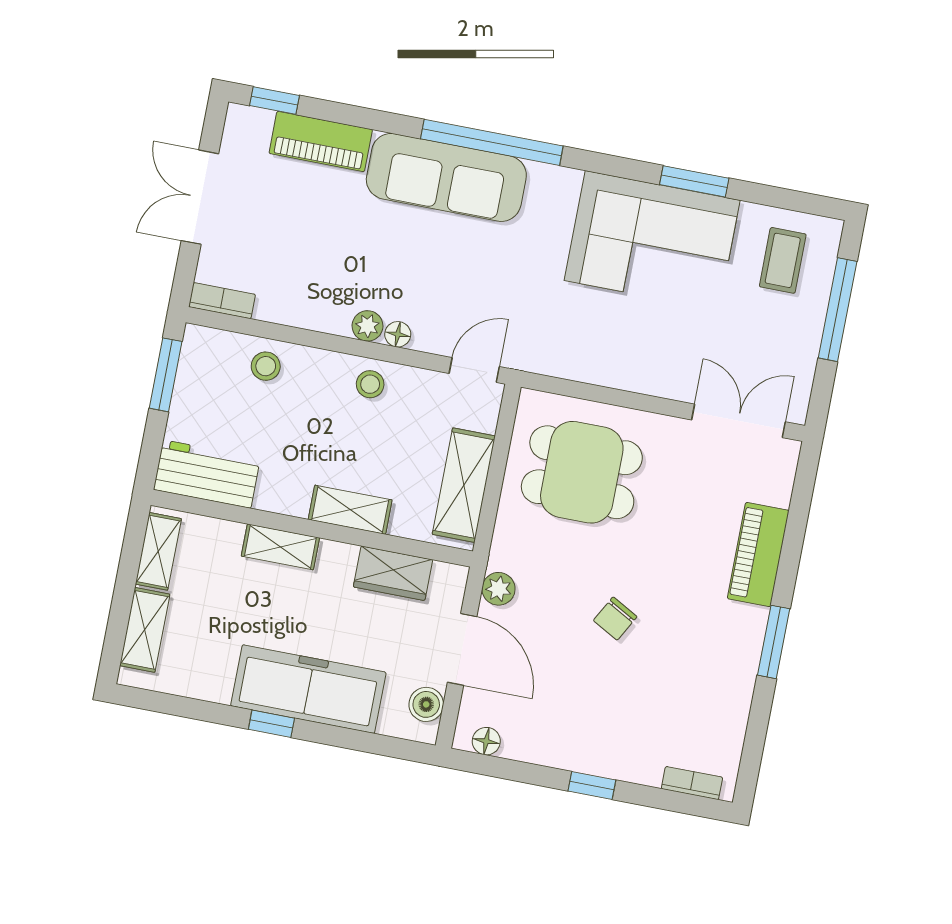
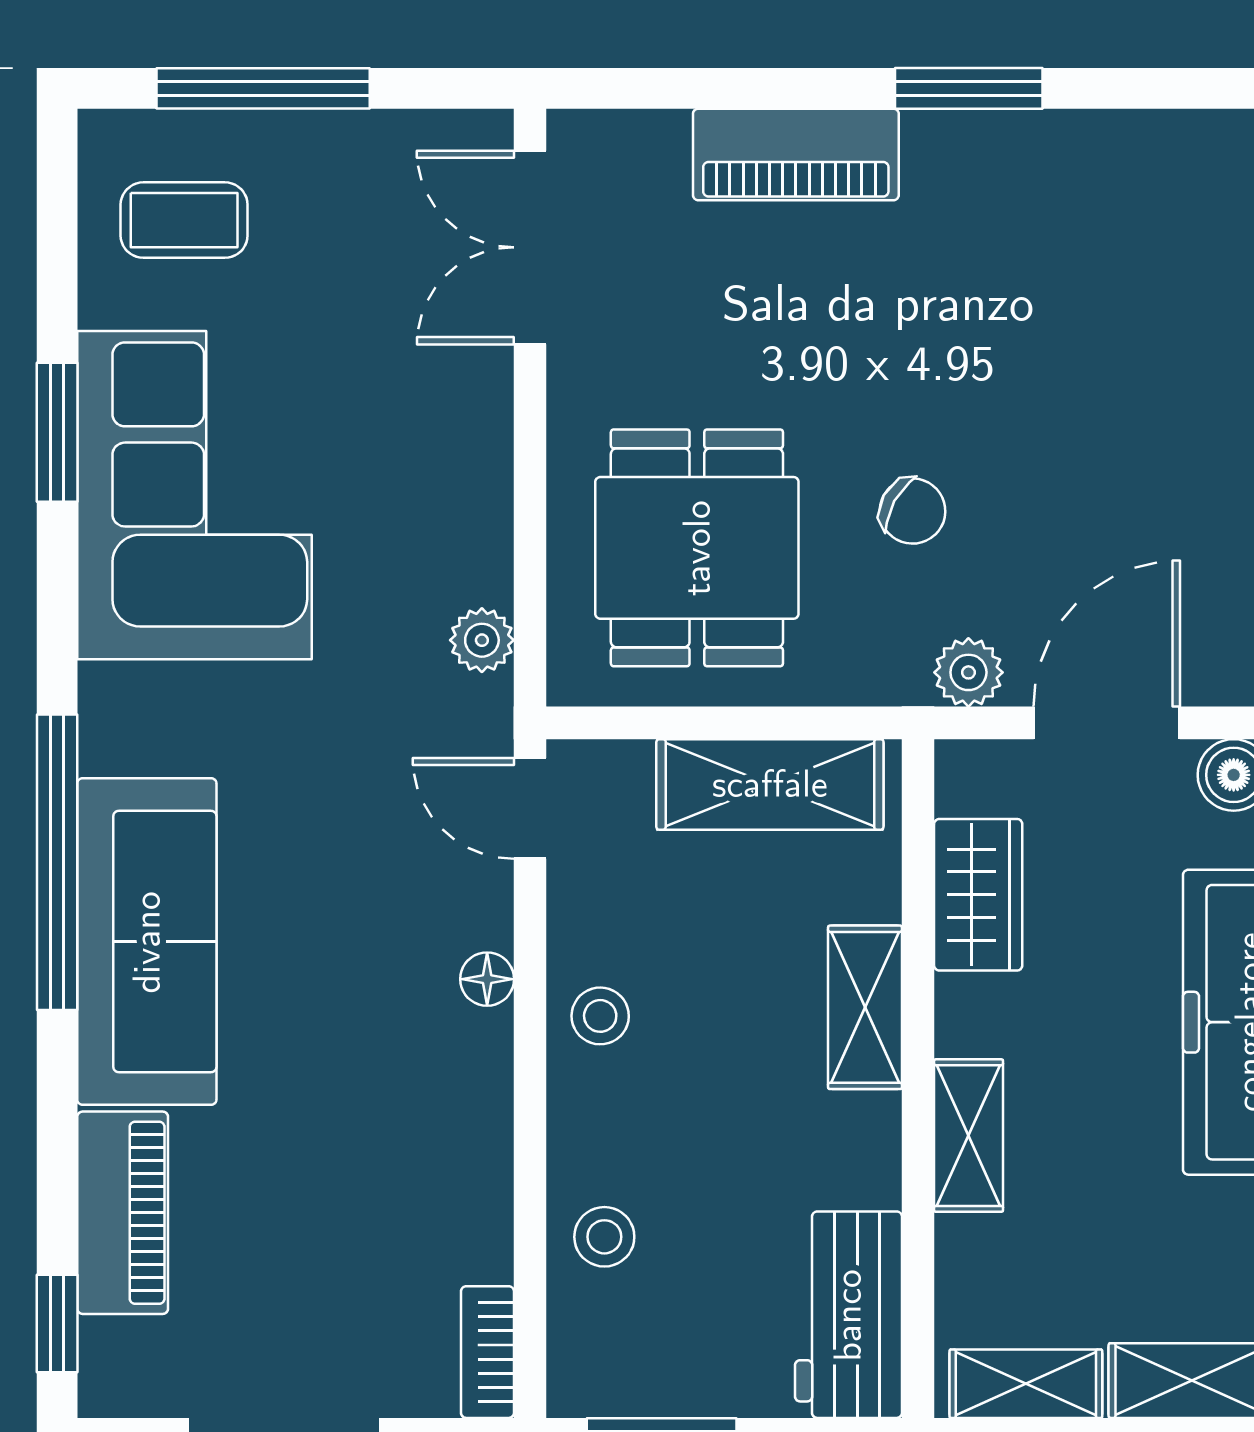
plant: (367, 326) -> (482, 640), moved
chair: (615, 619) -> (913, 511), moved

